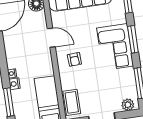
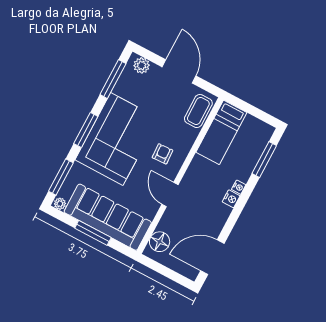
corner sofa: (115, 47) -> (117, 139), width x1.36, depth x1.36
nightstand: (14, 84) -> (231, 199), moved

